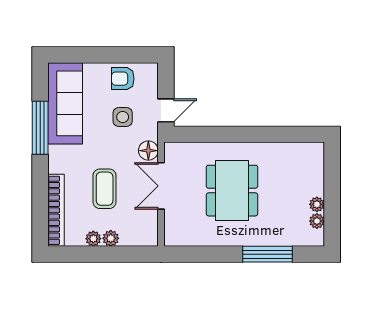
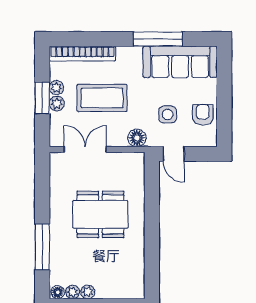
double door: (161, 186) -> (85, 149), moved
coffee table: (105, 189) -> (102, 98), width x1.36, depth x1.32
floor lamp: (317, 237) -> (58, 292), added
window: (105, 254) -> (42, 98), added

